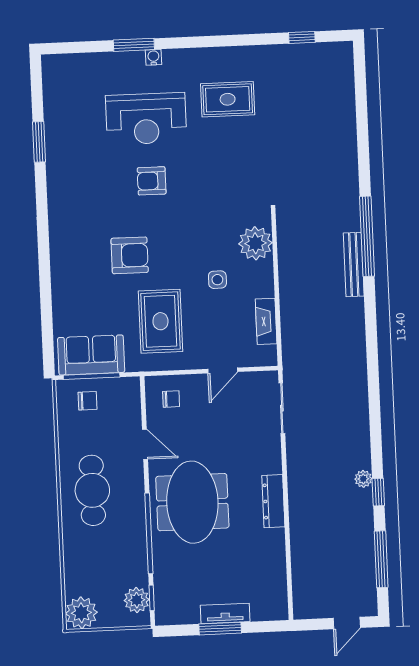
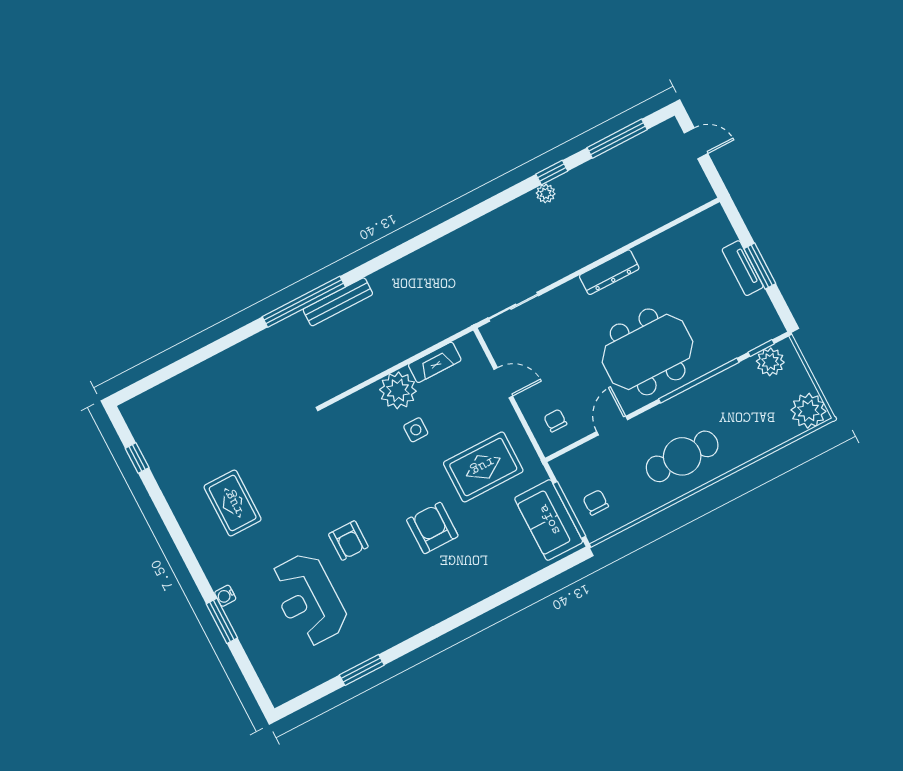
reception desk: (146, 119) -> (308, 599), moved, turned 180
plant: (255, 243) -> (398, 390), moved

